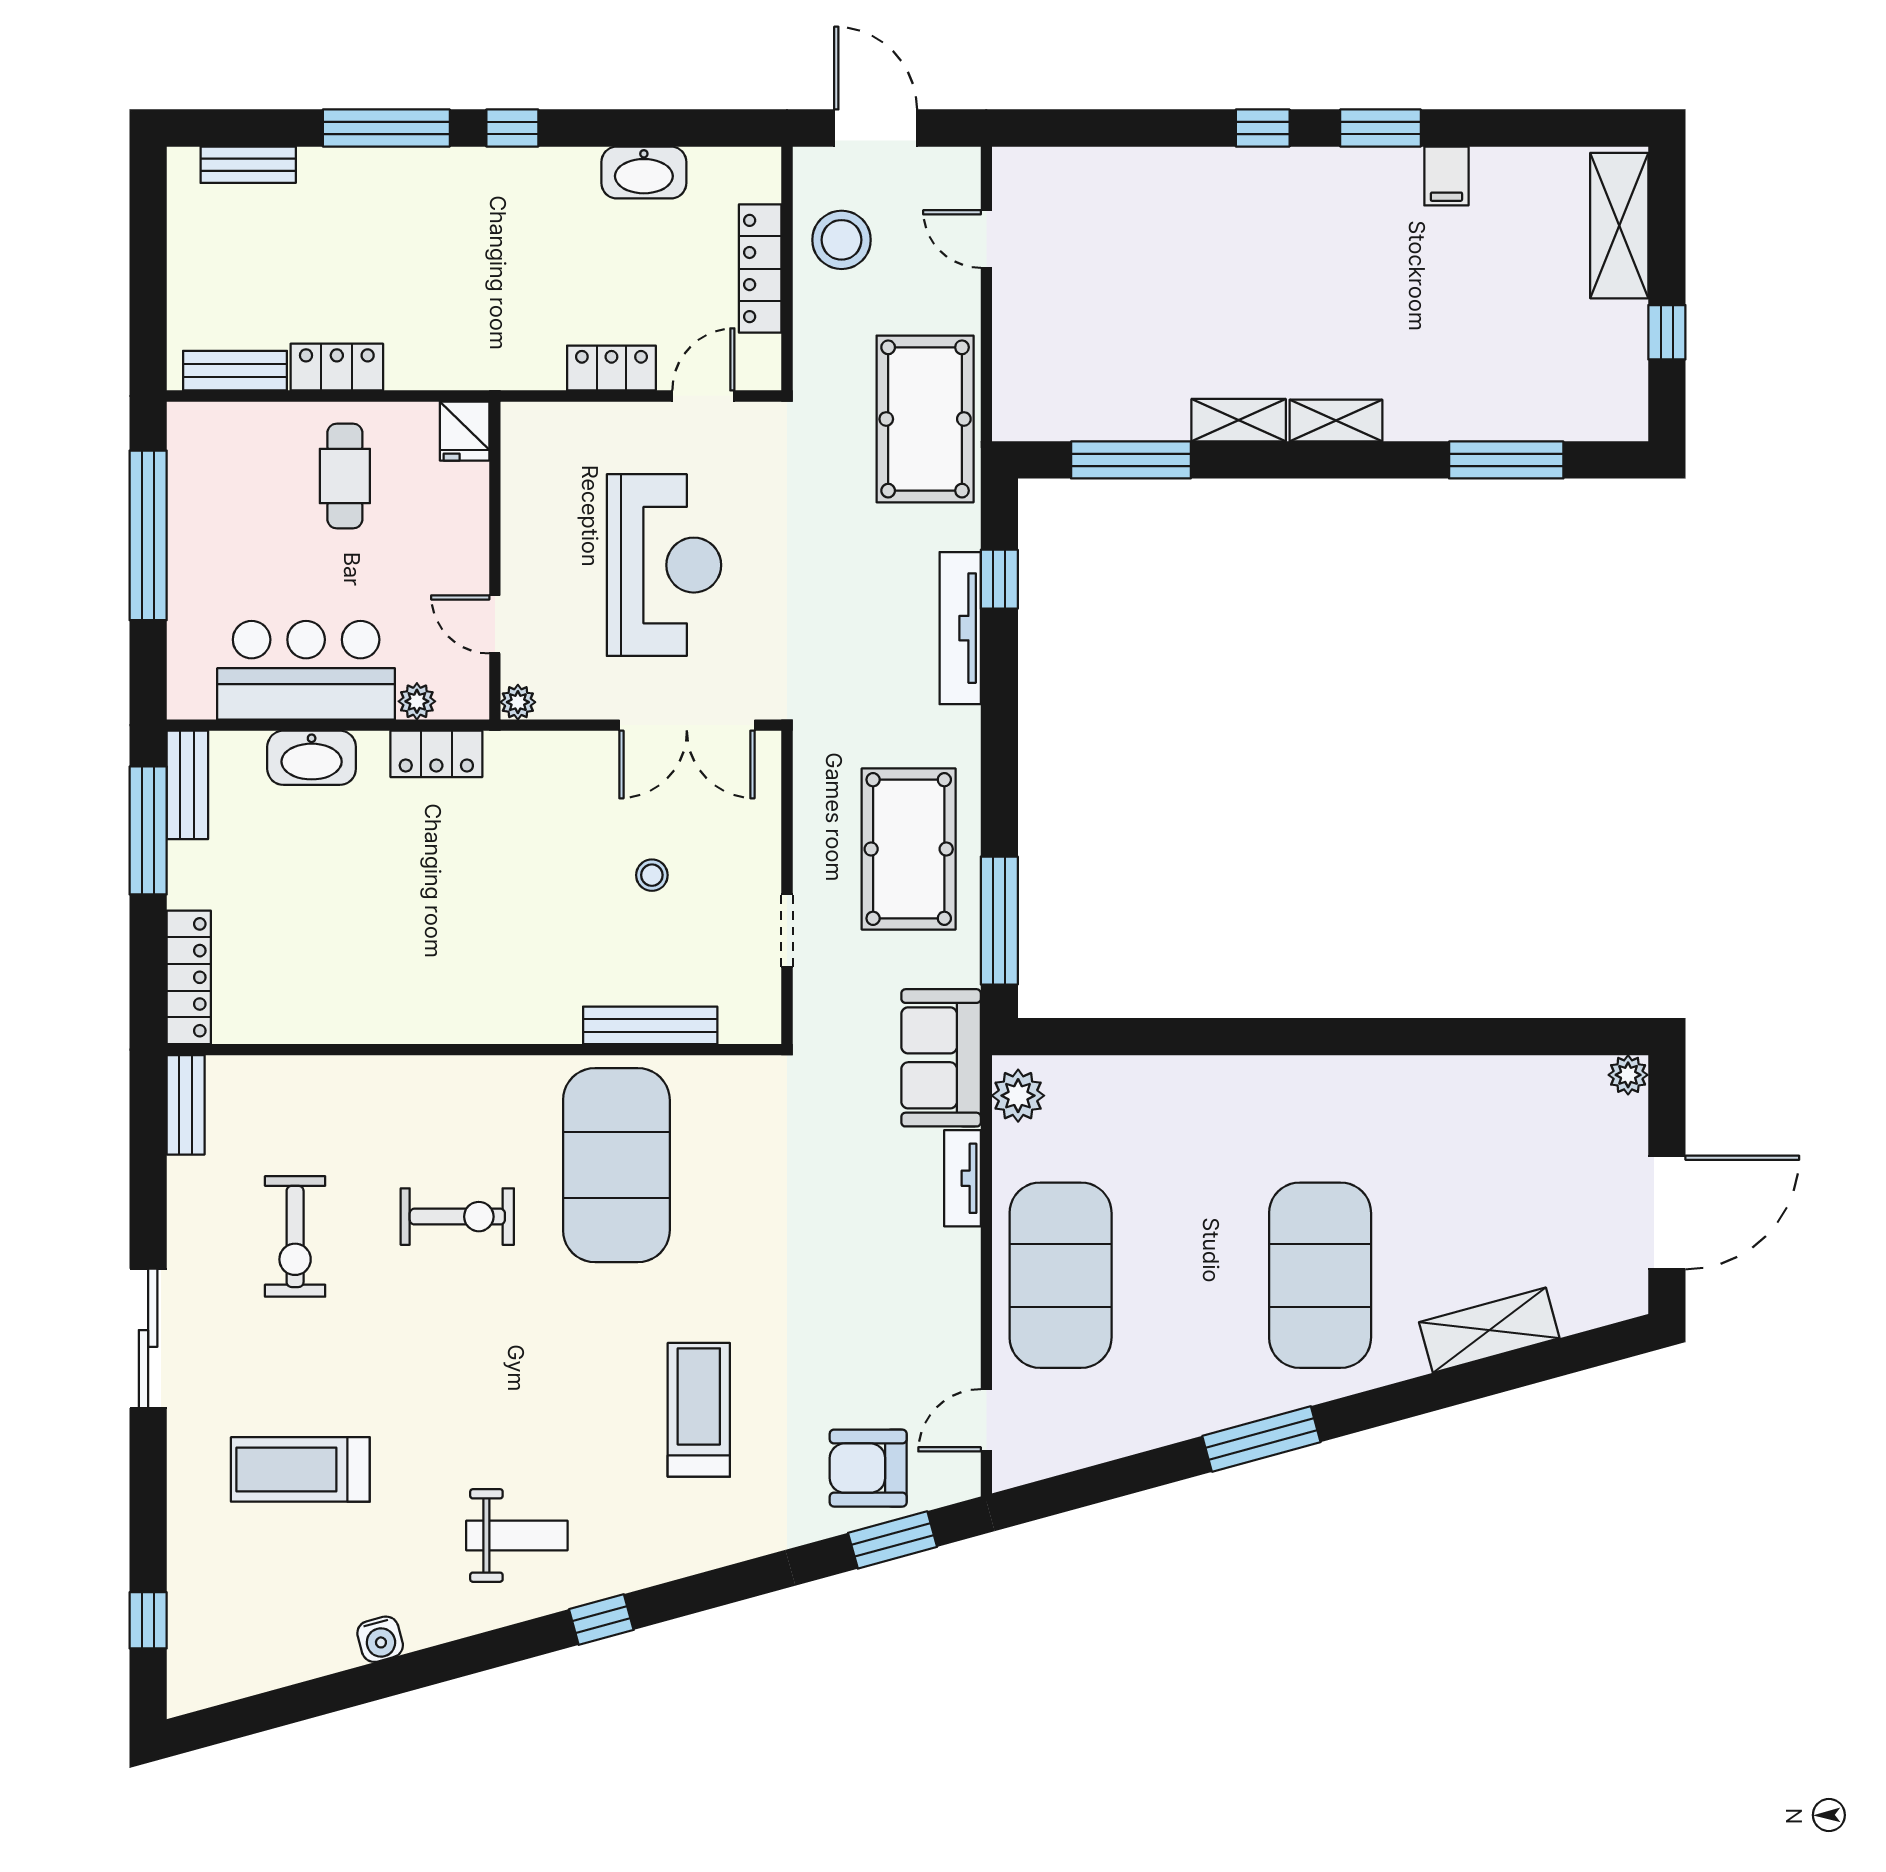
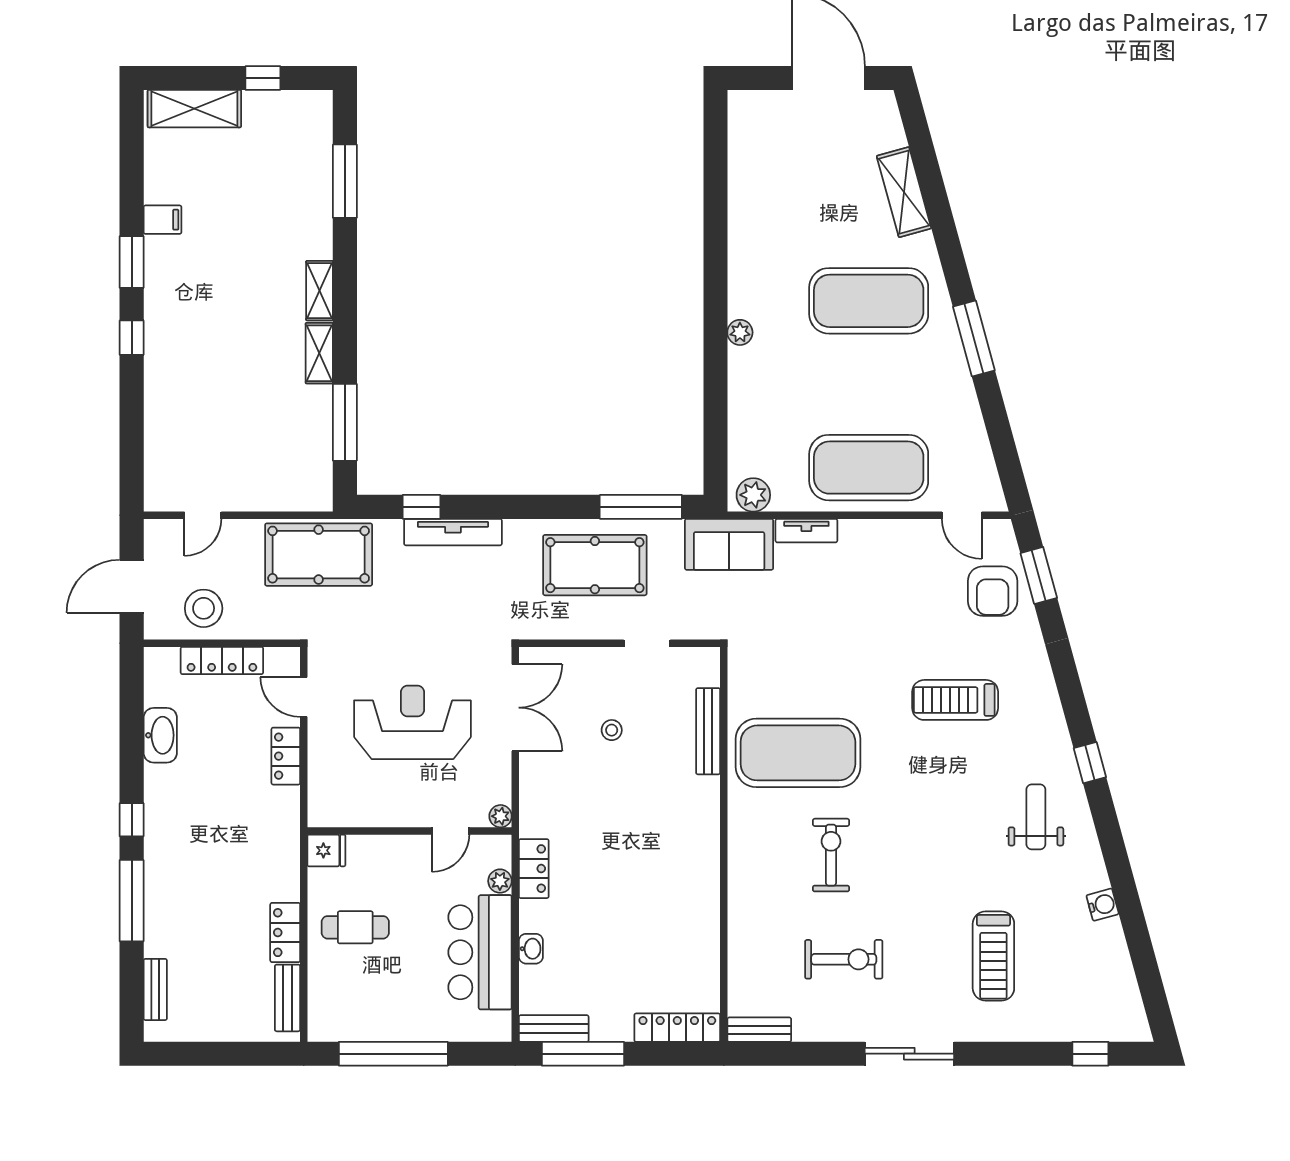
washbasin: (312, 758) -> (531, 949), width x0.52, depth x0.69
plant: (1628, 1075) -> (740, 332), moved

